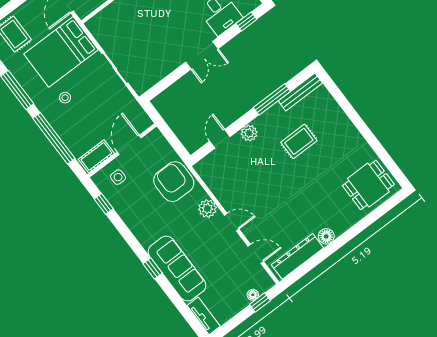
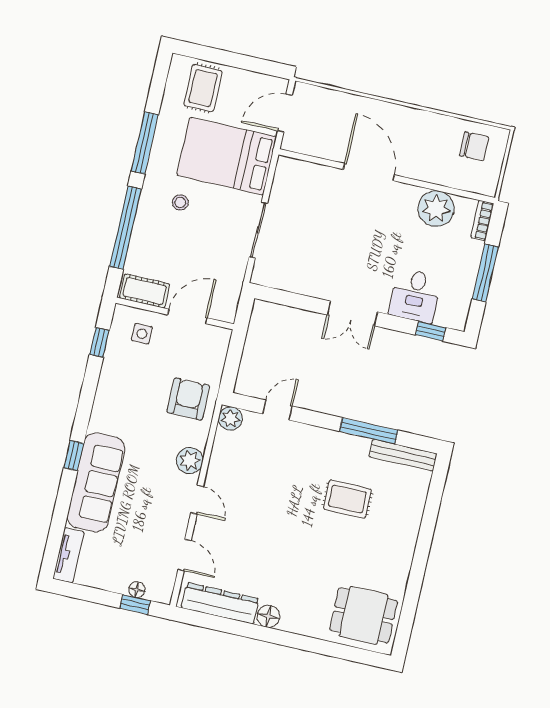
plant: (249, 133) -> (230, 419), moved
armchair: (174, 182) -> (188, 399), width x0.73, depth x0.73

